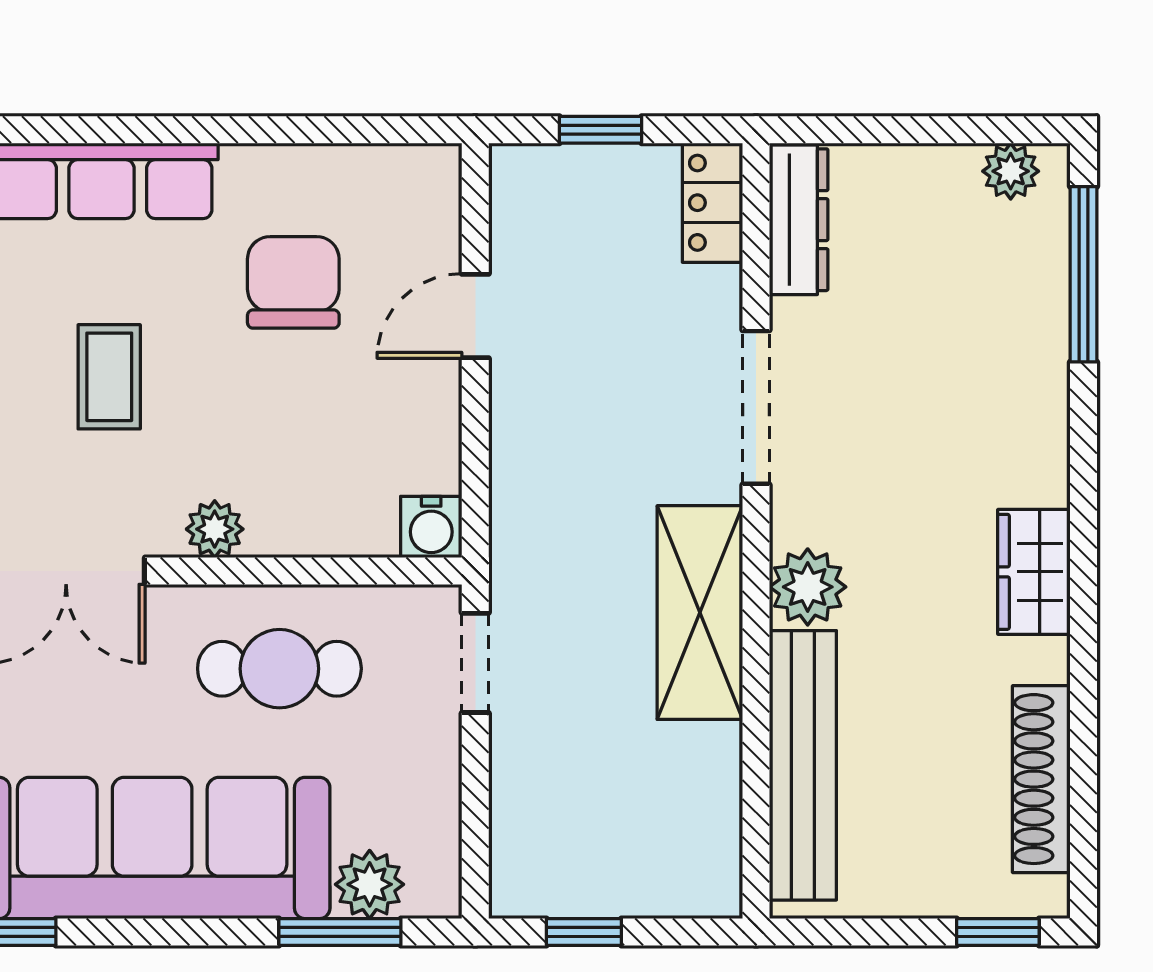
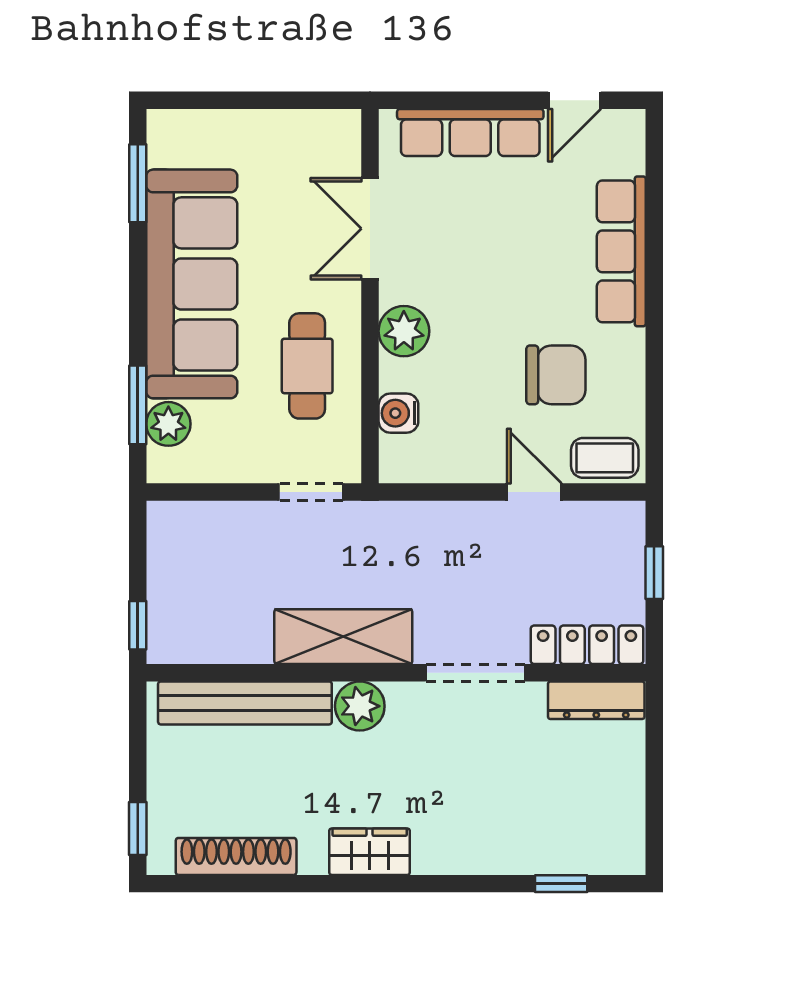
plant: (1011, 171) -> (628, 837), removed
locker: (712, 203) -> (587, 645), width x1.53
window: (1084, 274) -> (561, 884), width x0.46
coffee table: (109, 377) -> (605, 458), moved
water cooler: (431, 527) -> (398, 413), moved
plant: (215, 529) -> (404, 331), width x1.38, depth x1.38
window: (584, 932) -> (138, 625), moved

